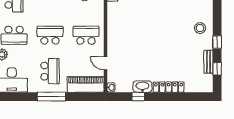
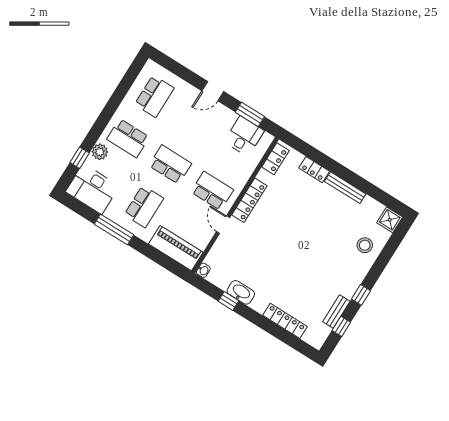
locker: (112, 27) -> (249, 200), added
stool: (200, 28) -> (365, 245), moved
door: (106, 63) -> (223, 225), moved
locker: (169, 87) -> (285, 321), moved
window: (52, 97) -> (114, 229), moved

